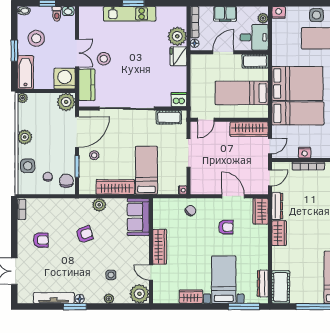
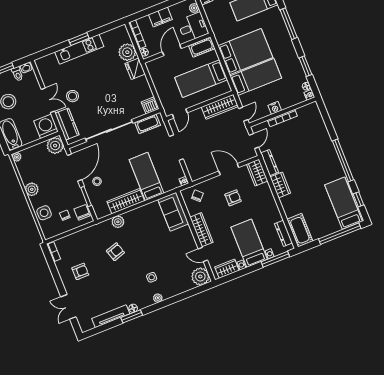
sofa: (138, 217) -> (173, 212), moved
wardrobe: (160, 247) -> (202, 230), moved
wall: (151, 251) -> (196, 236), moved
door: (151, 272) -> (203, 255), moved
plant: (139, 294) -> (200, 277), moved

